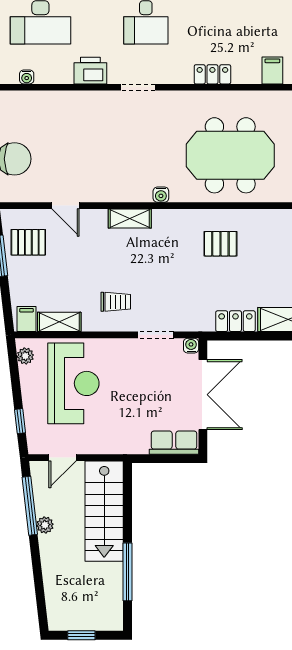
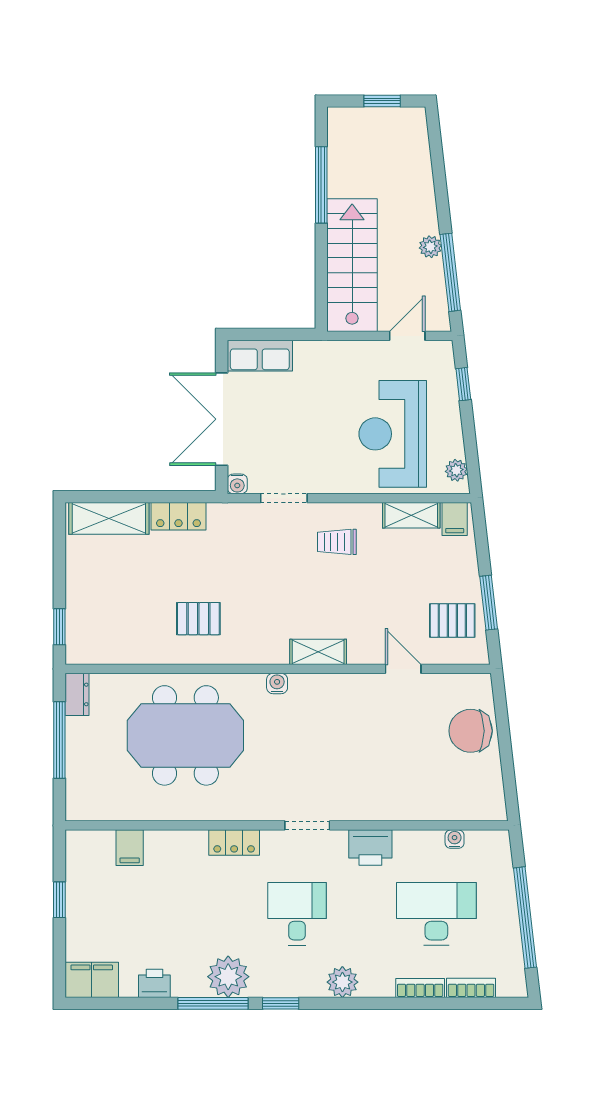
locker: (212, 74) -> (234, 843), moved

